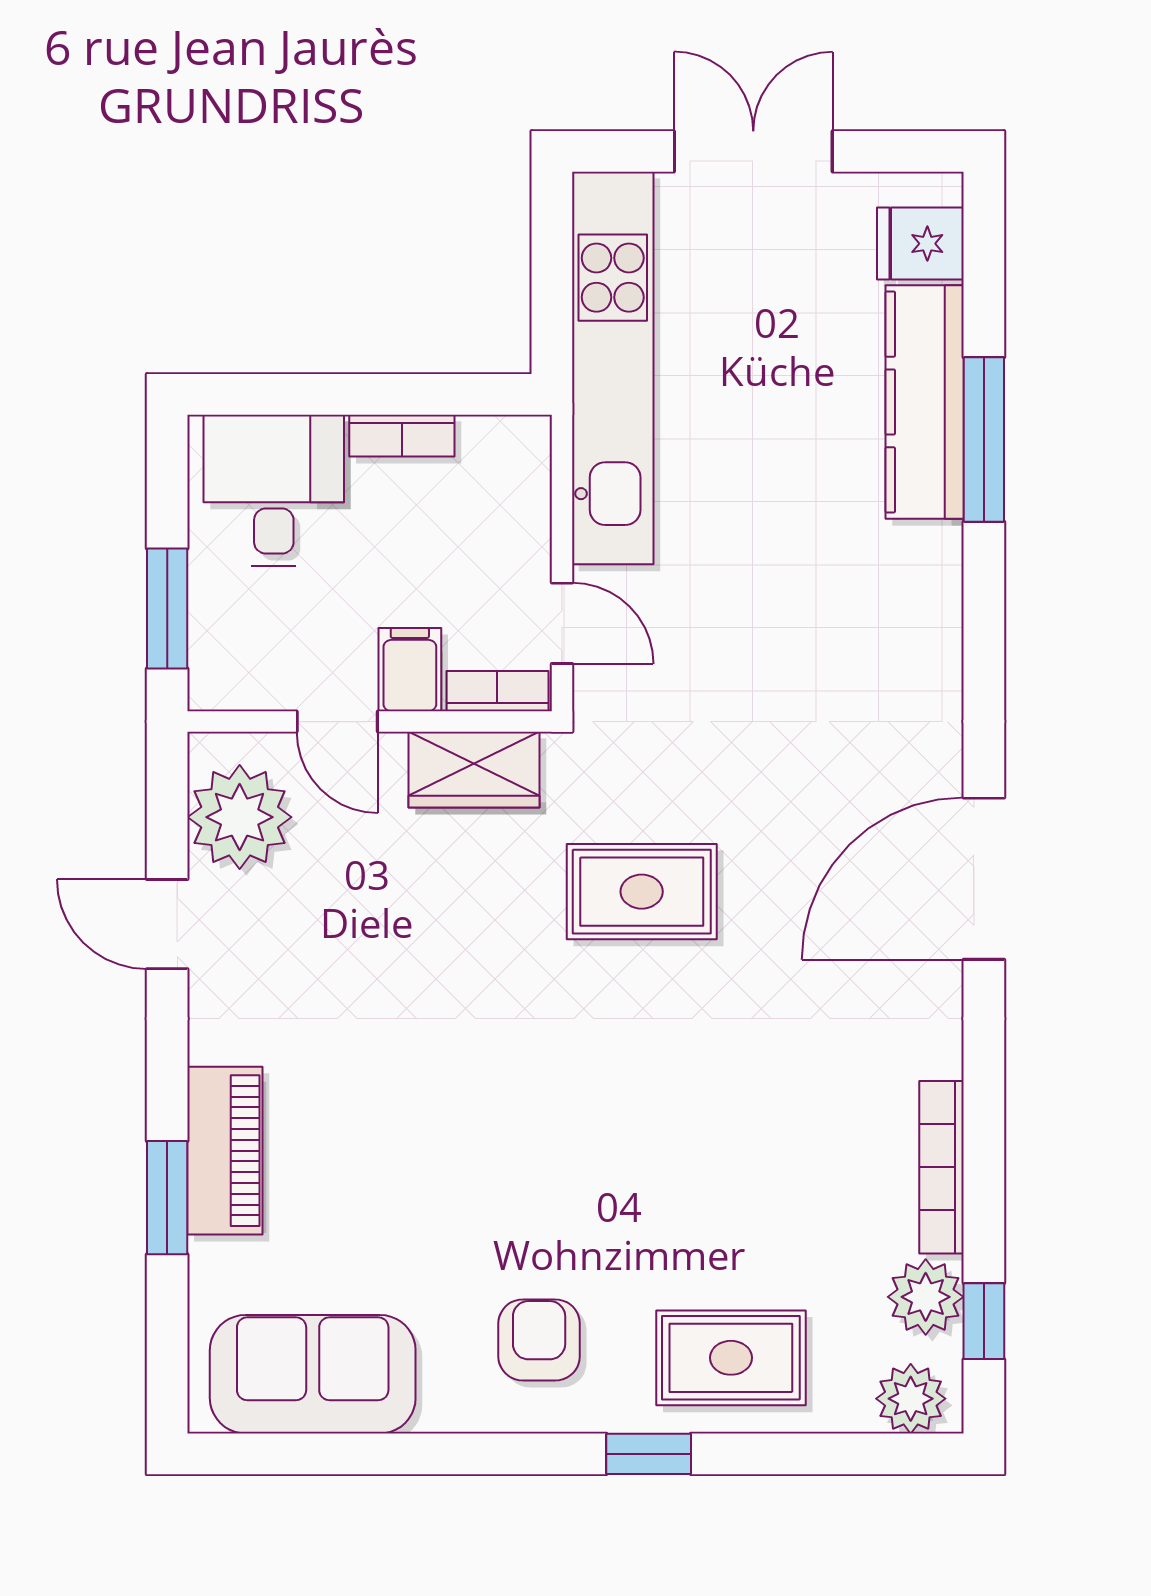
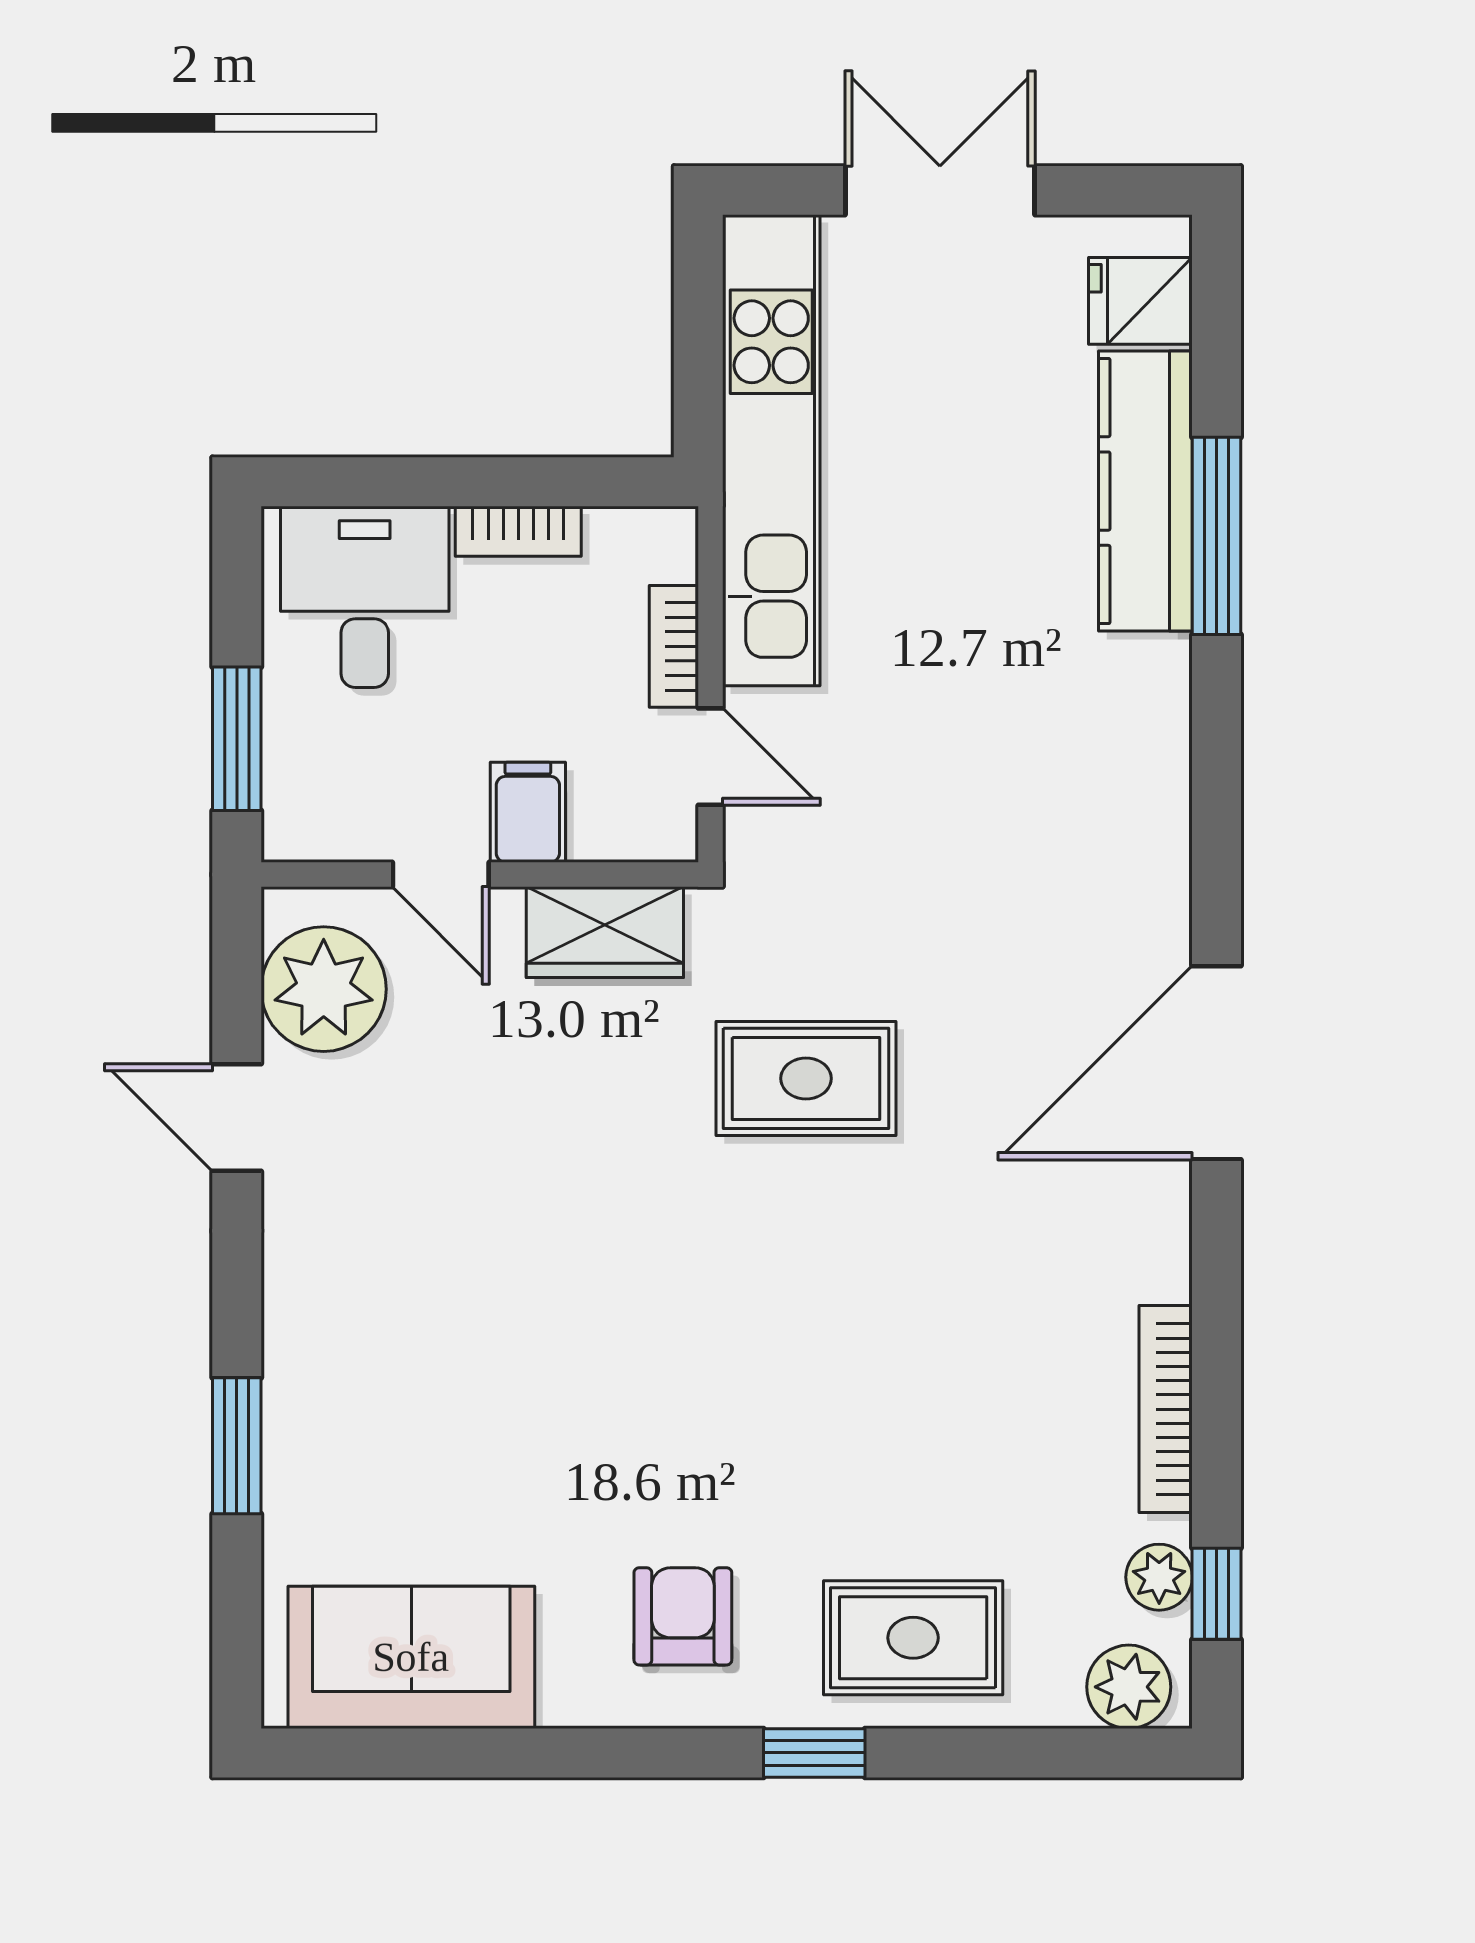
bookcase: (497, 691) -> (674, 646), moved, turned -90
piano: (225, 1151) -> (306, 1389), removed
plant: (926, 1297) -> (1159, 1577), width x0.73, depth x0.73

